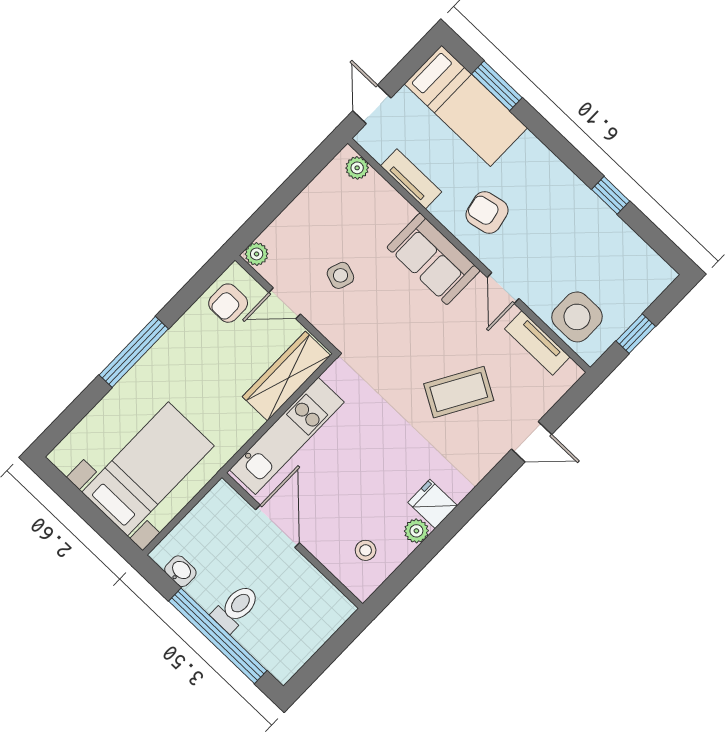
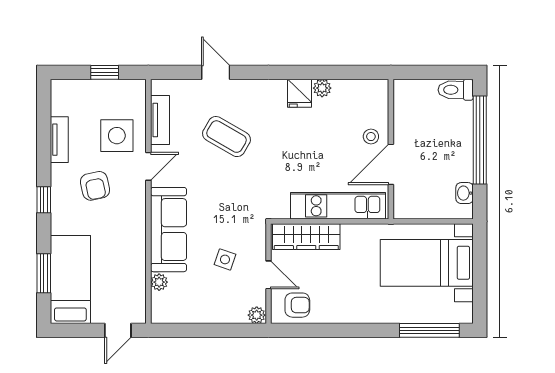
plant: (357, 168) -> (159, 282), moved
tv unit: (411, 179) -> (59, 140), moved, turned 180
window: (611, 195) -> (44, 200), moved
armchair: (487, 212) -> (95, 186), moved
sofa: (433, 259) -> (169, 230), width x1.36
side table: (577, 317) -> (117, 136), moved
window: (134, 352) -> (429, 330), moved
stool: (366, 550) -> (371, 137), moved
toilet: (236, 608) -> (456, 90), moved

